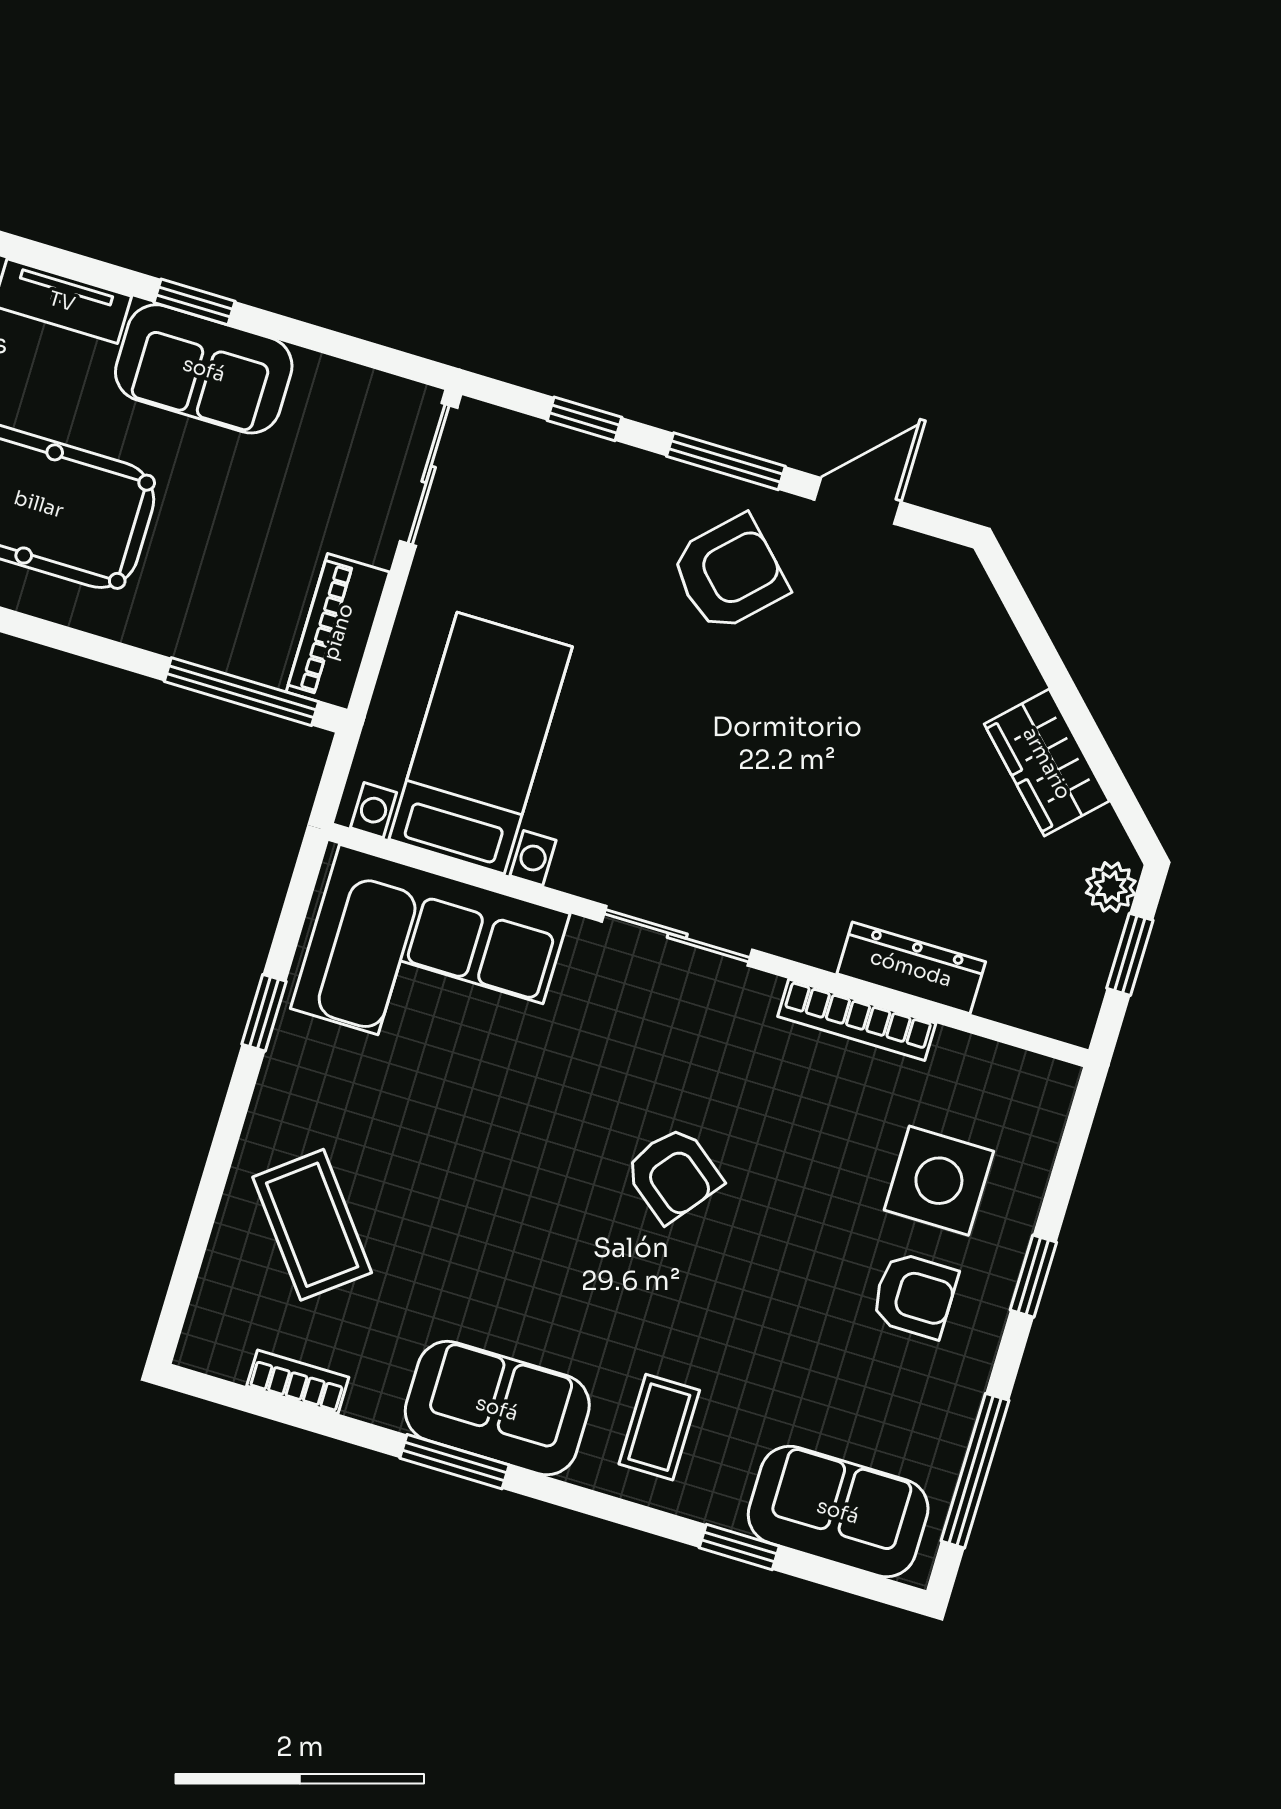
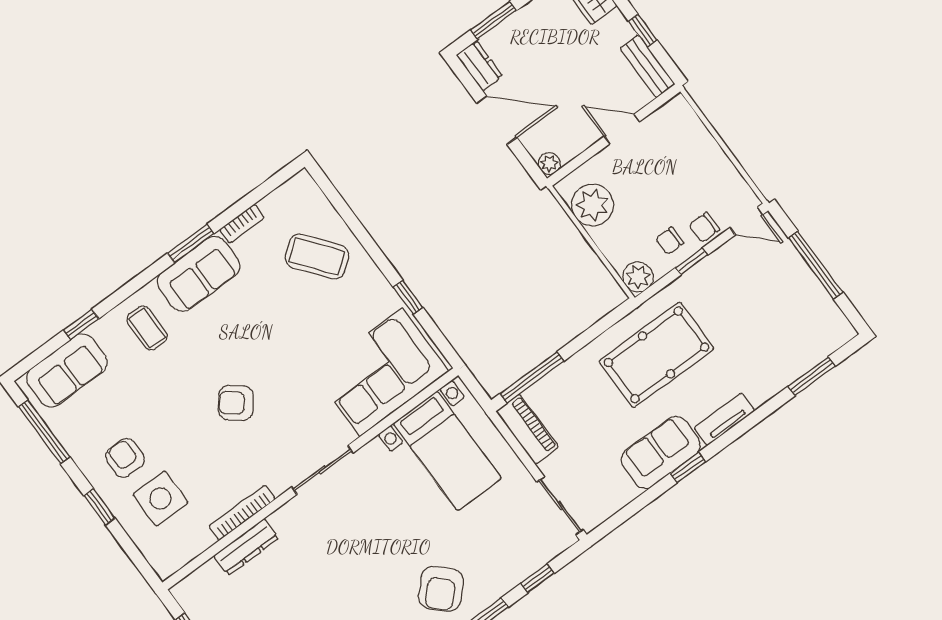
armchair: (914, 1295) -> (125, 458), turned 90
bookcase: (298, 1382) -> (242, 224), moved

